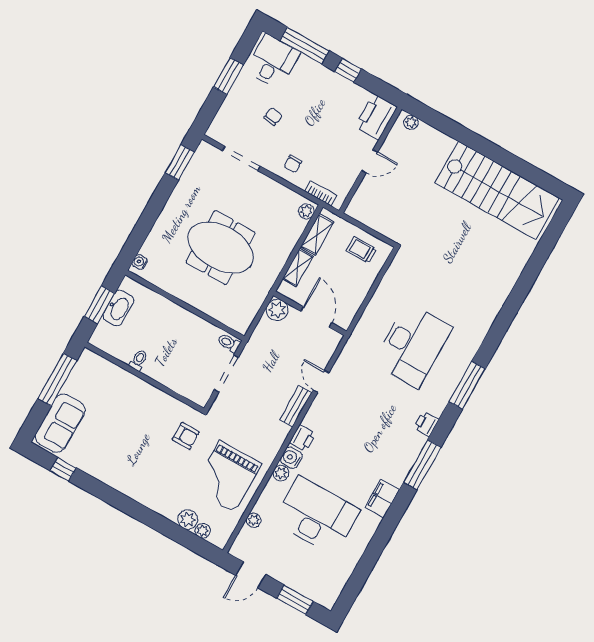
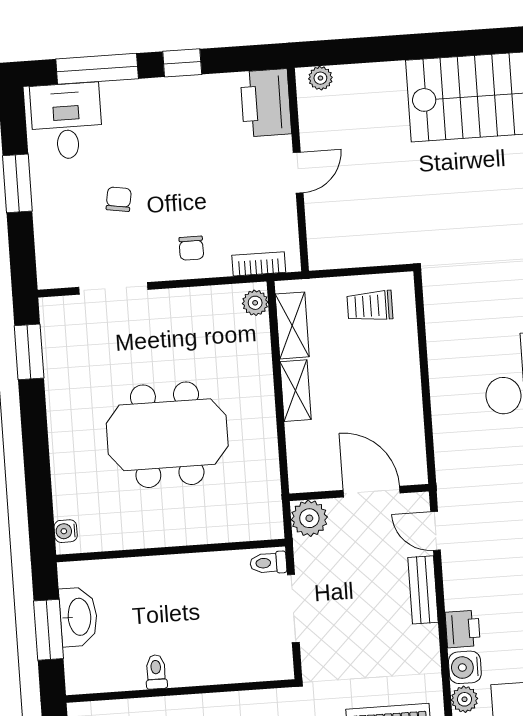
plant: (277, 310) -> (309, 518), moved
wall: (310, 313) -> (359, 493), moved
door: (316, 317) -> (372, 492), moved

